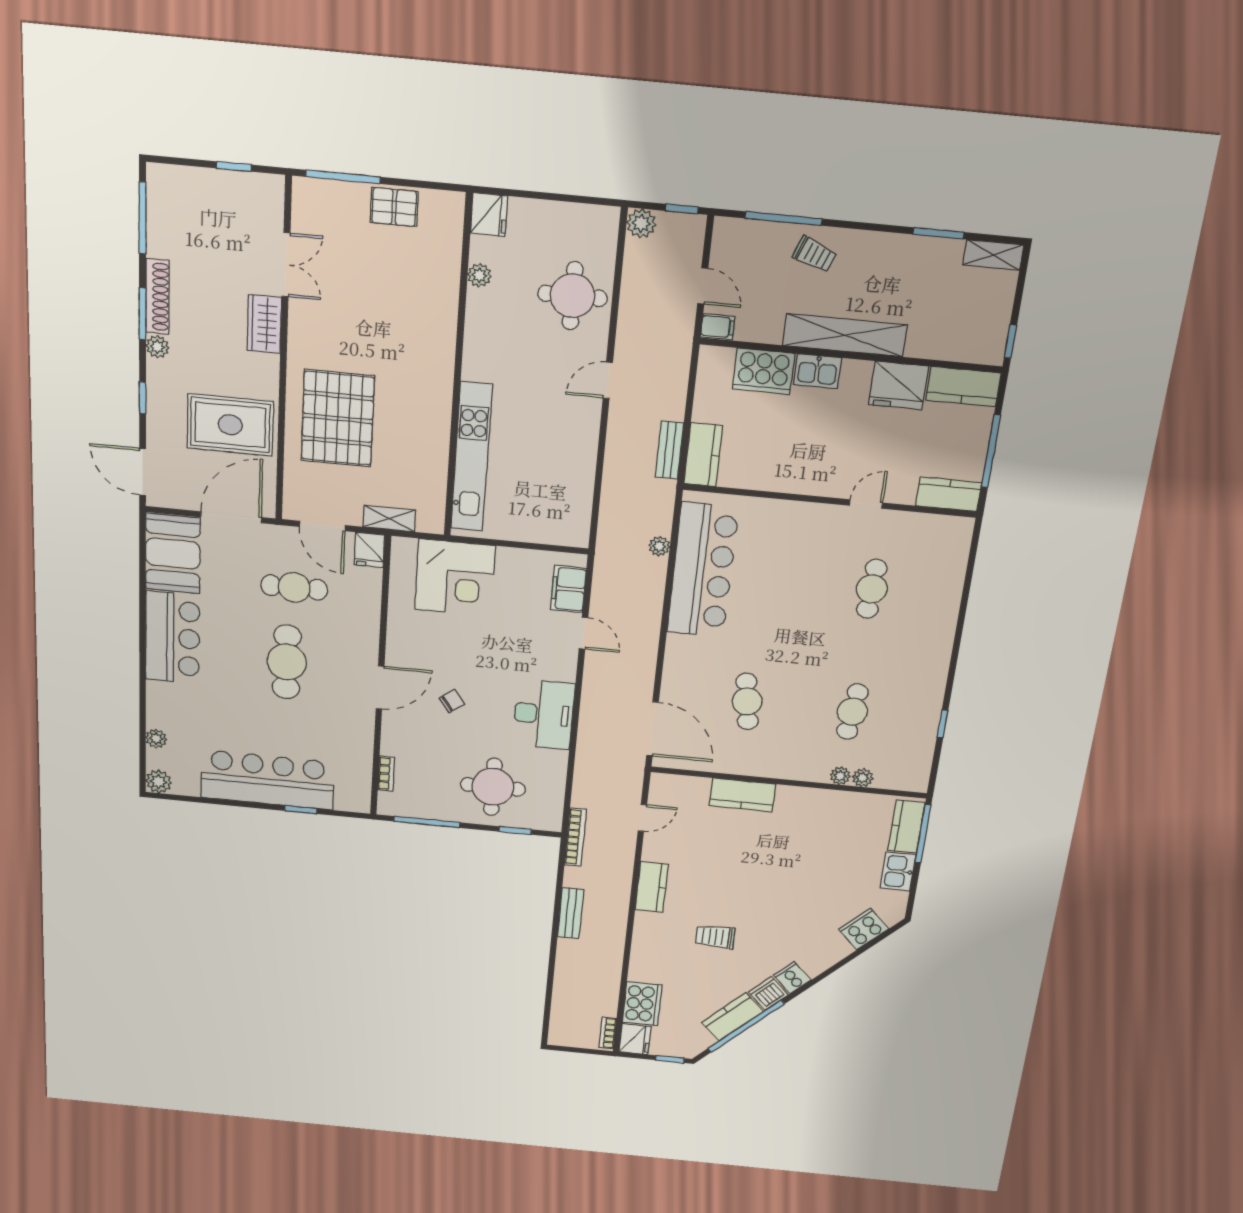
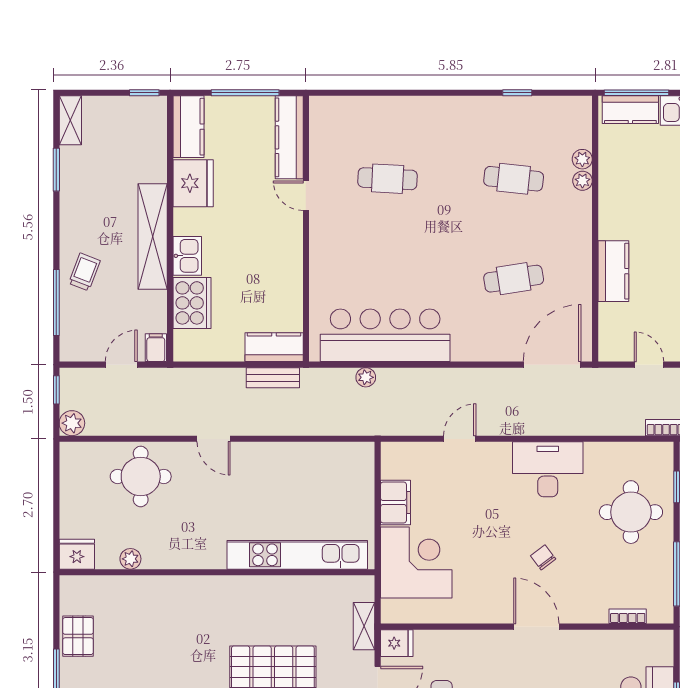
kitchen counter: (949, 494) -> (289, 137), width x1.50
filing cabinet: (568, 589) -> (396, 503), moved, turned -90

